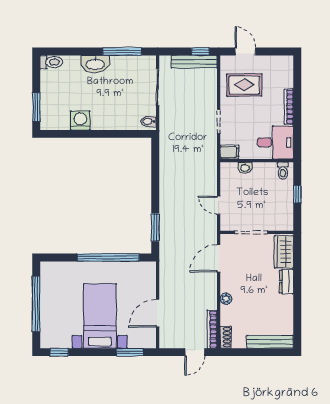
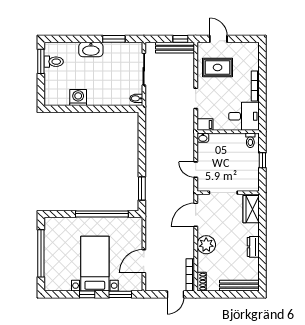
window: (122, 51) -> (114, 39), width x0.69
toilet: (51, 62) -> (54, 62), moved
window: (36, 107) -> (41, 61), moved
washbasin: (245, 168) -> (203, 138), moved
dresser: (286, 282) -> (253, 247), moved
plant: (226, 299) -> (206, 245), width x1.87, depth x1.87
window: (59, 352) -> (87, 294), moved

